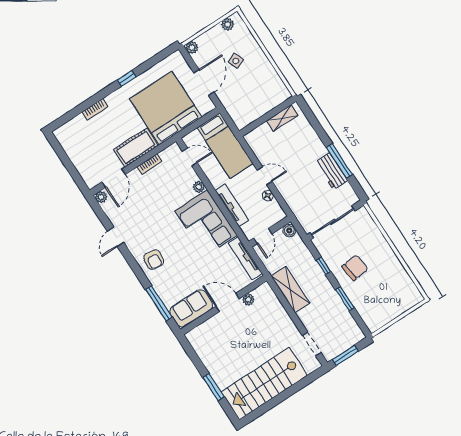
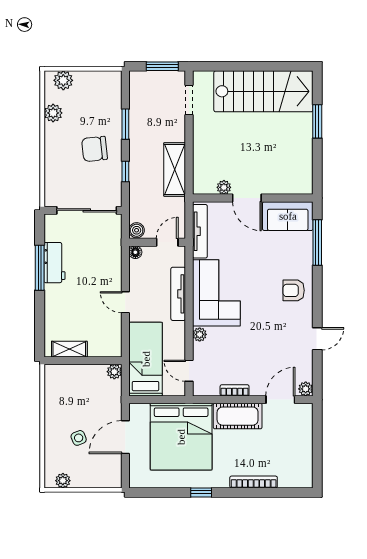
plant: (192, 48) -> (114, 372), moved
bookcase: (95, 109) -> (254, 482), width x1.56
floor lamp: (268, 196) -> (135, 252), moved
armchair: (154, 260) -> (294, 290), turned -98
plant: (400, 274) -> (53, 113), added
plant: (407, 301) -> (63, 80), added

